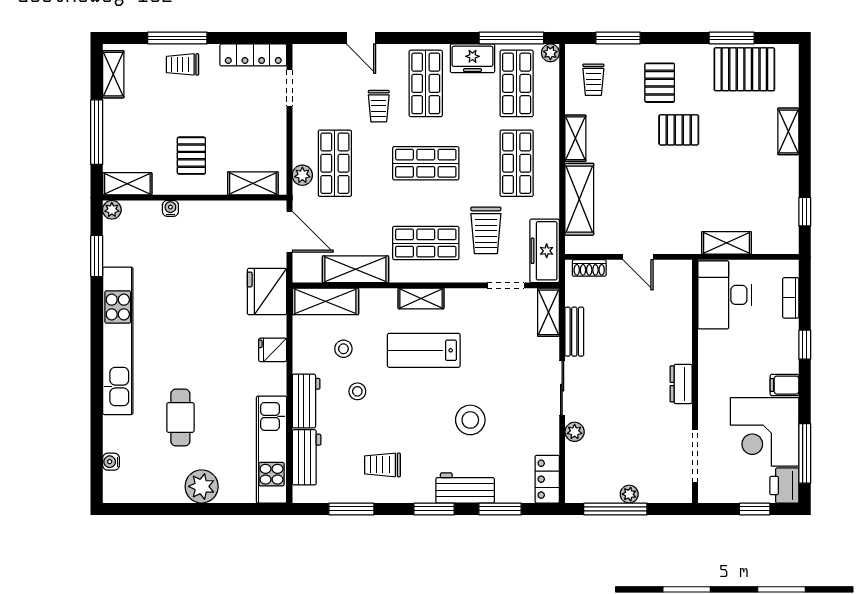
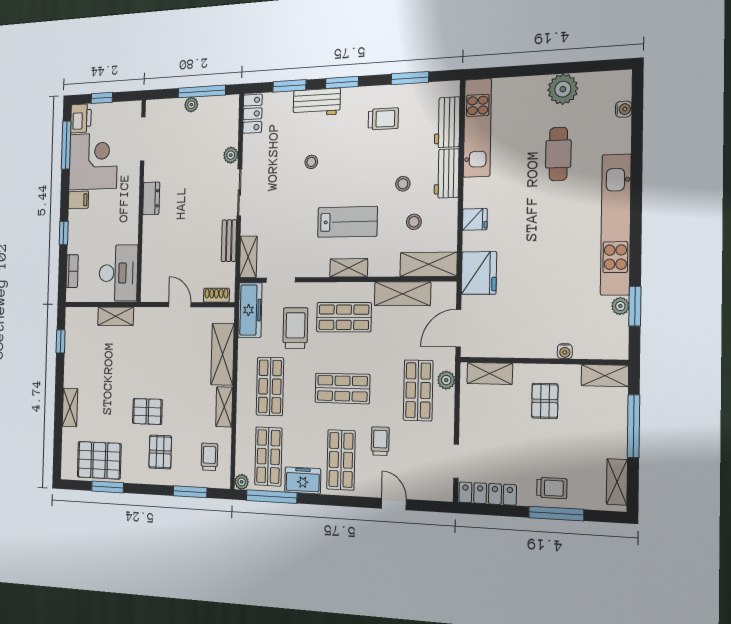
plant: (112, 210) -> (620, 306), moved
door: (289, 232) -> (458, 328), hinge flipped
stool: (470, 420) -> (311, 162), width x0.53, depth x0.53
plant: (202, 486) -> (563, 89), moved

